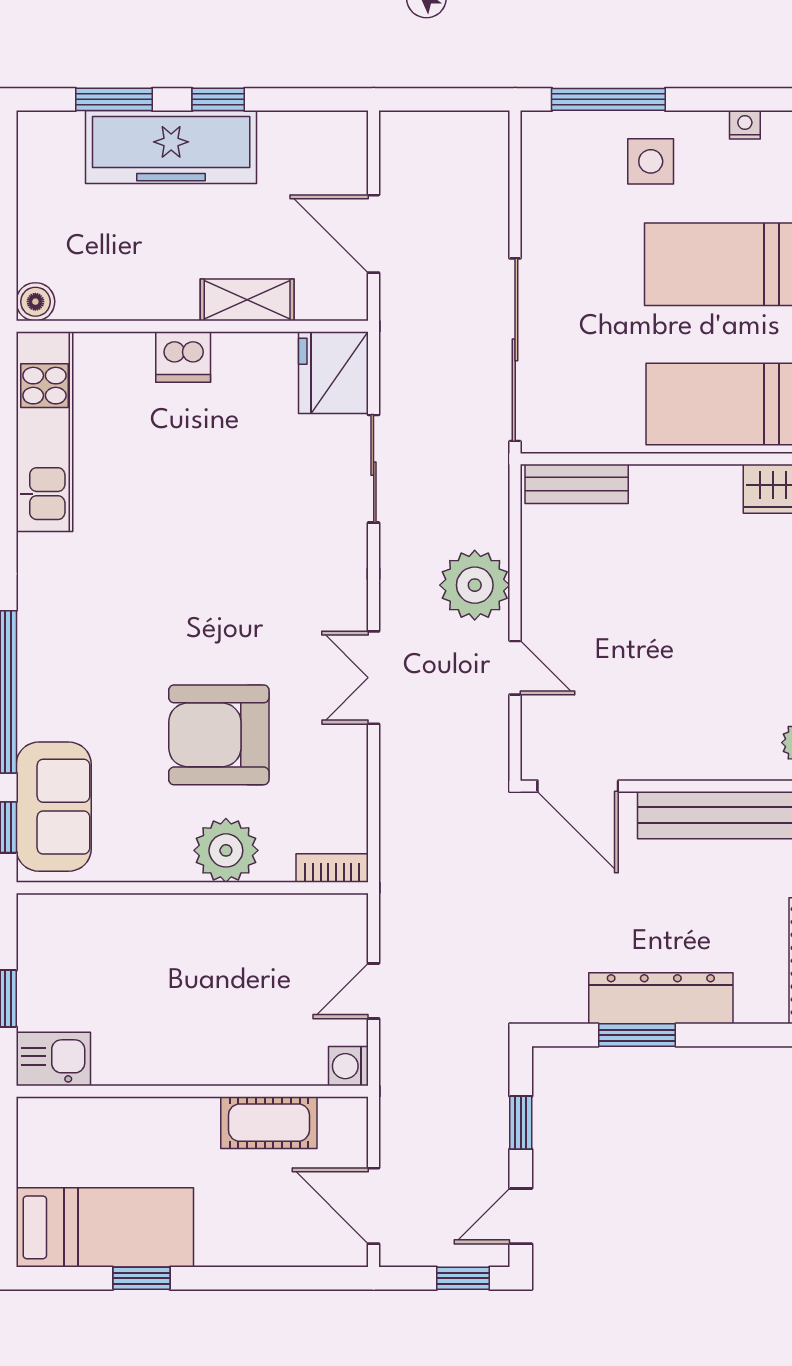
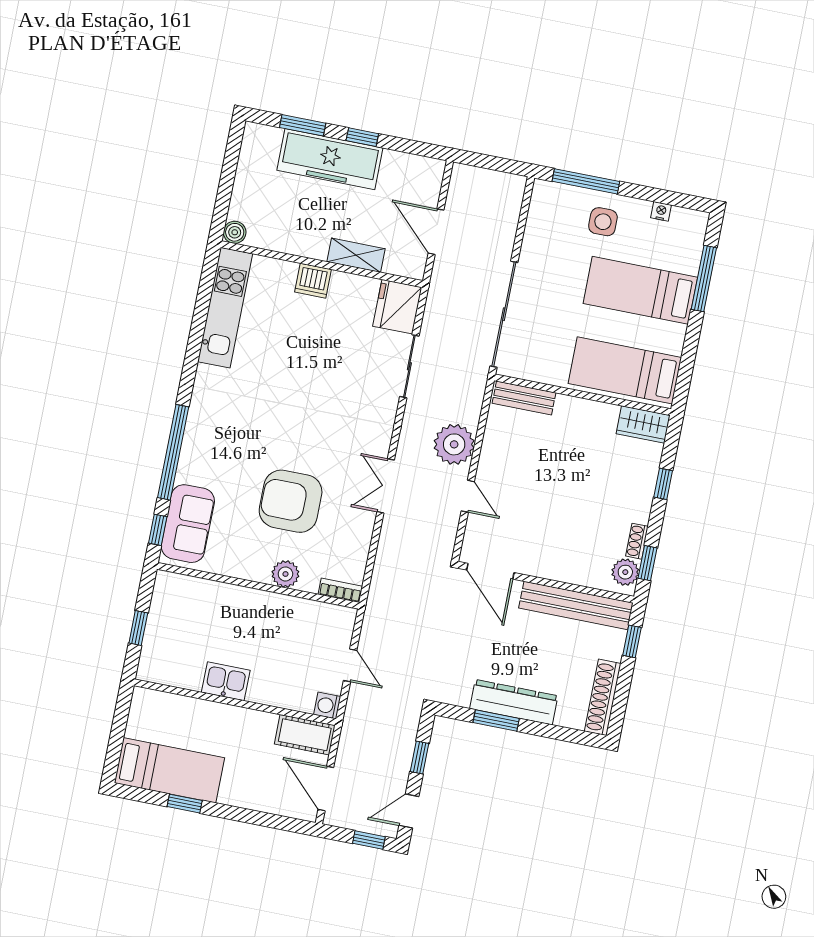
plant: (226, 850) -> (285, 574), width x0.73, depth x0.73
door: (374, 991) -> (350, 665), swing flipped
kitchen sink: (53, 1059) -> (226, 681), moved
cot: (269, 1123) -> (305, 735), moved

